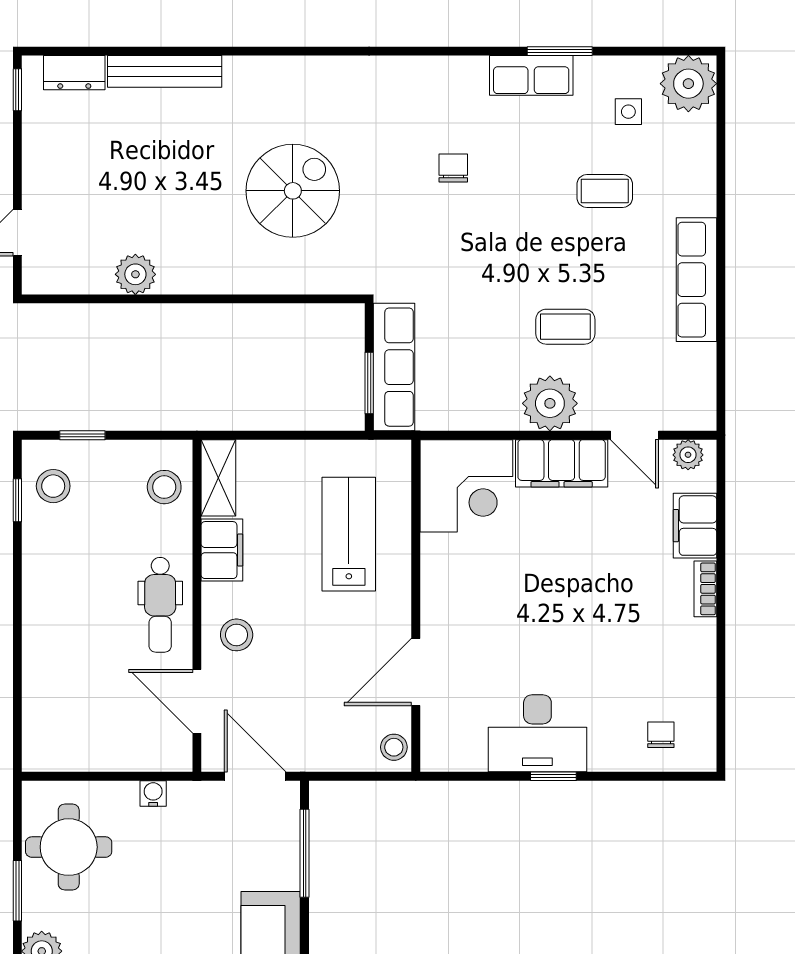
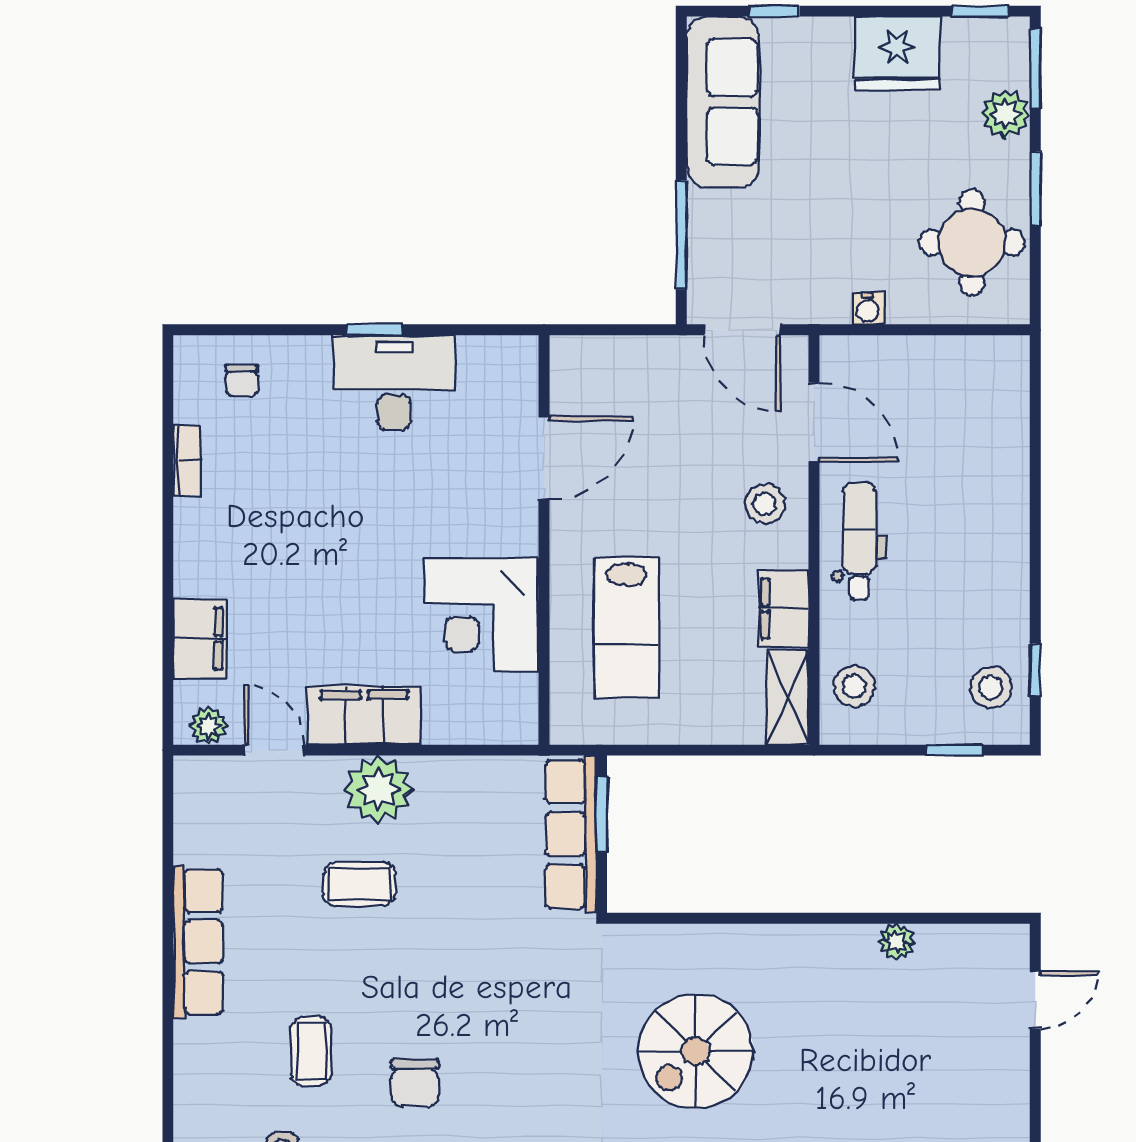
chair: (453, 168) -> (415, 1083), moved, width x1.37, depth x1.37
coffee table: (605, 191) -> (311, 1051), turned 90
plant: (135, 274) -> (896, 942), width x0.73, depth x0.73
corner desk: (466, 486) -> (482, 615), moved, turned -90
bookcase: (705, 589) -> (187, 460), moved
stool: (394, 747) -> (571, 365), removed

